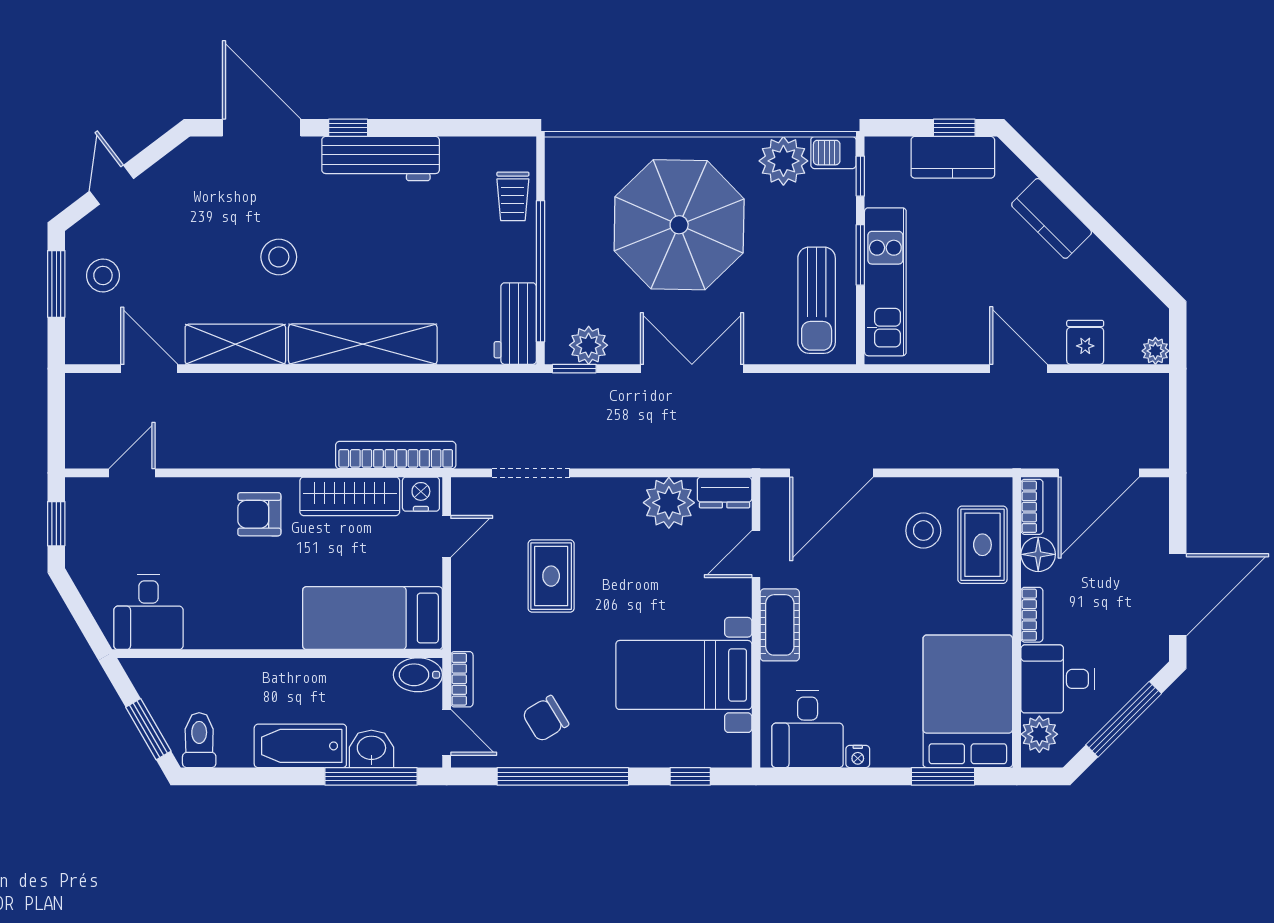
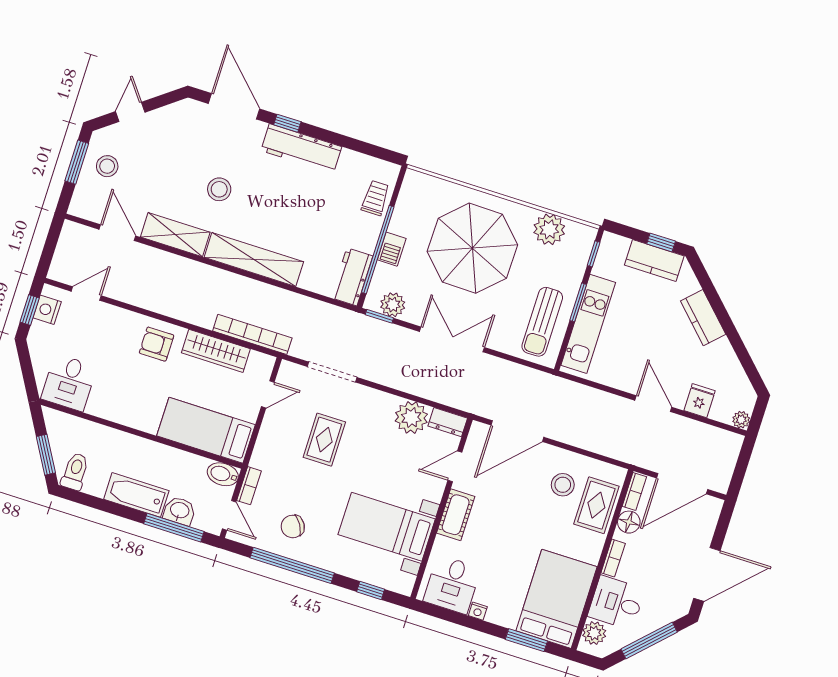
barbecue: (833, 153) -> (392, 249), moved, turned -90
trolley: (513, 196) -> (375, 198), turned 180
nightstand: (421, 494) -> (47, 310), moved, turned -90

